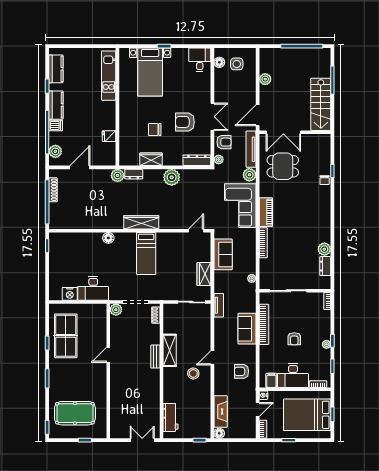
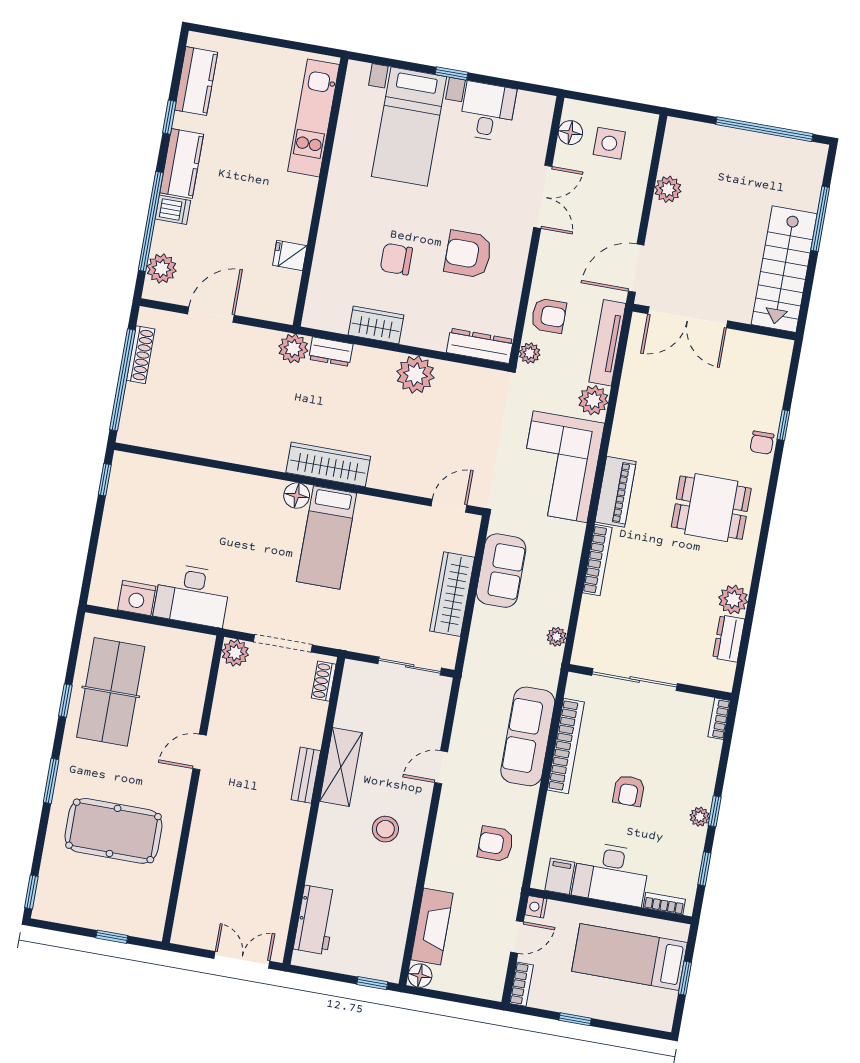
desk: (200, 60) -> (487, 112), moved
double door: (212, 117) -> (543, 197), moved
dining table: (283, 166) -> (711, 508), moved
floor lamp: (108, 238) -> (297, 496), moved
wardrobe: (204, 274) -> (452, 594), width x1.50
tv unit: (219, 305) -> (471, 684), removed
sofa: (247, 329) -> (528, 736), width x1.36
door: (212, 358) -> (441, 767), moved
pool table: (75, 413) -> (114, 831), moved
bed: (307, 415) -> (629, 957), width x0.67

